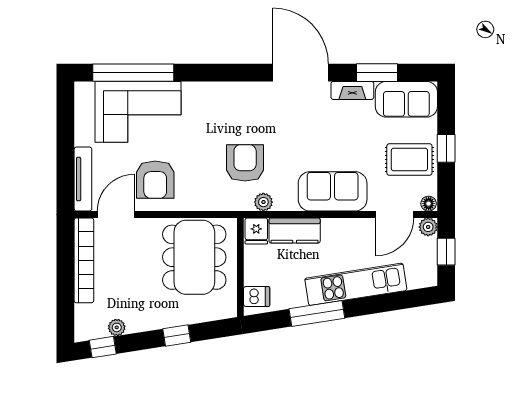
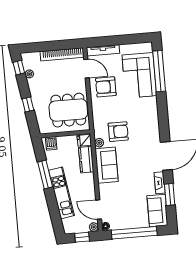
window: (446, 148) -> (134, 233), width x3.17
rug: (409, 159) -> (127, 215), removed
sofa: (333, 191) -> (107, 165), moved

